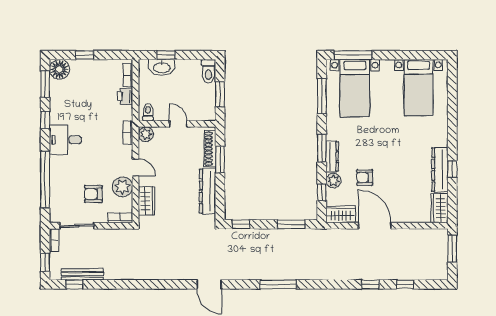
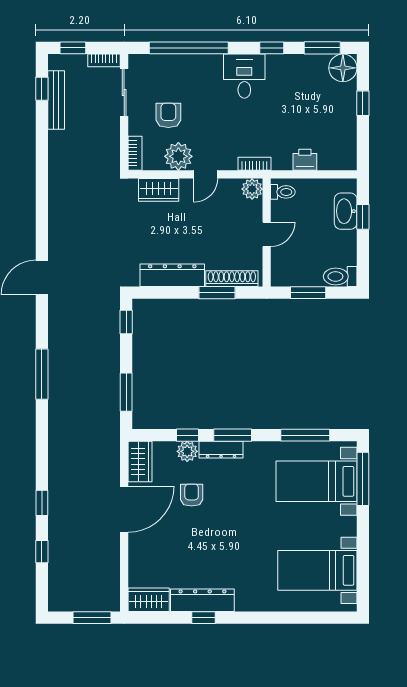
bookcase: (128, 75) -> (335, 164), removed
window: (322, 192) -> (187, 435), moved

